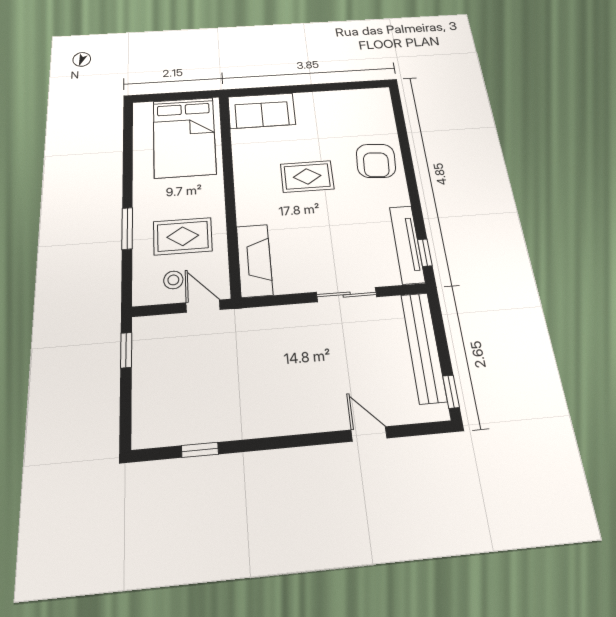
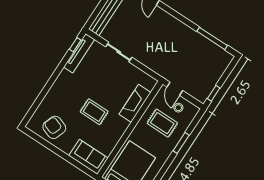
armchair: (376, 161) -> (54, 127), moved, turned -74
fireplace: (254, 260) -> (135, 103), moved
window: (200, 450) -> (212, 38), width x2.17

